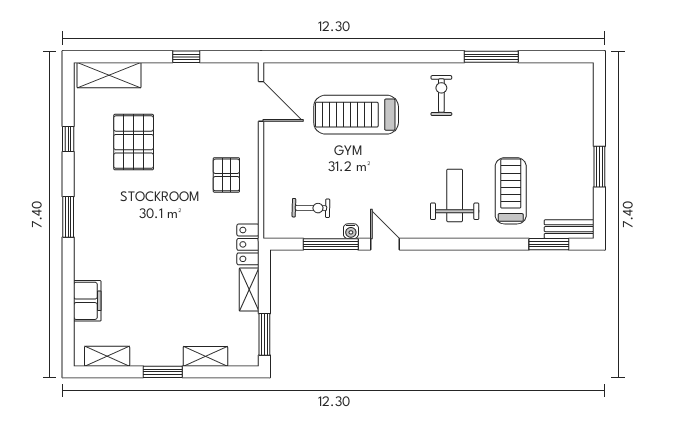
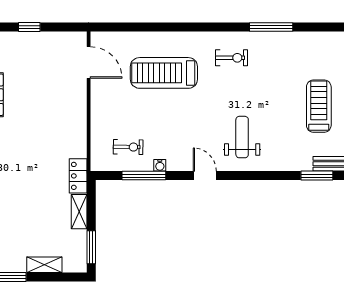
exercise bike: (441, 96) -> (232, 58), turned 90
pallet: (226, 175) -> (61, 121), removed
treadmill: (511, 191) -> (319, 106), moved
door: (385, 244) -> (205, 176), moved

